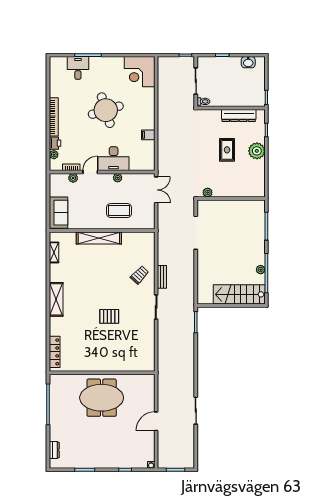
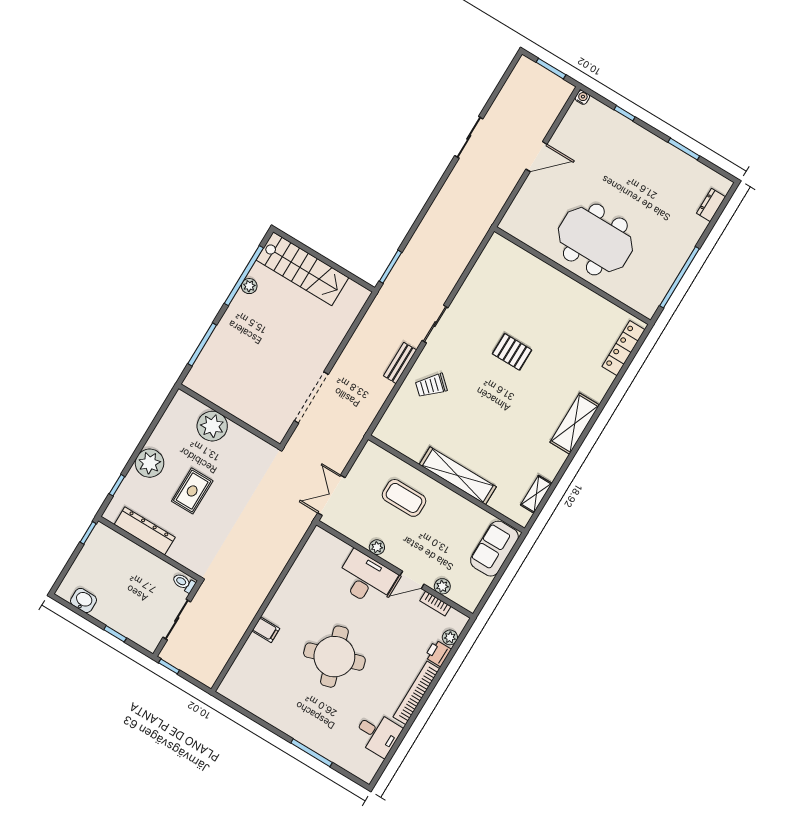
desk: (78, 68) -> (378, 734), moved, turned -90
corner desk: (140, 72) -> (251, 683), removed
filing cabinet: (148, 135) -> (266, 630), moved
plant: (208, 192) -> (212, 426), moved, width x1.87, depth x1.87

